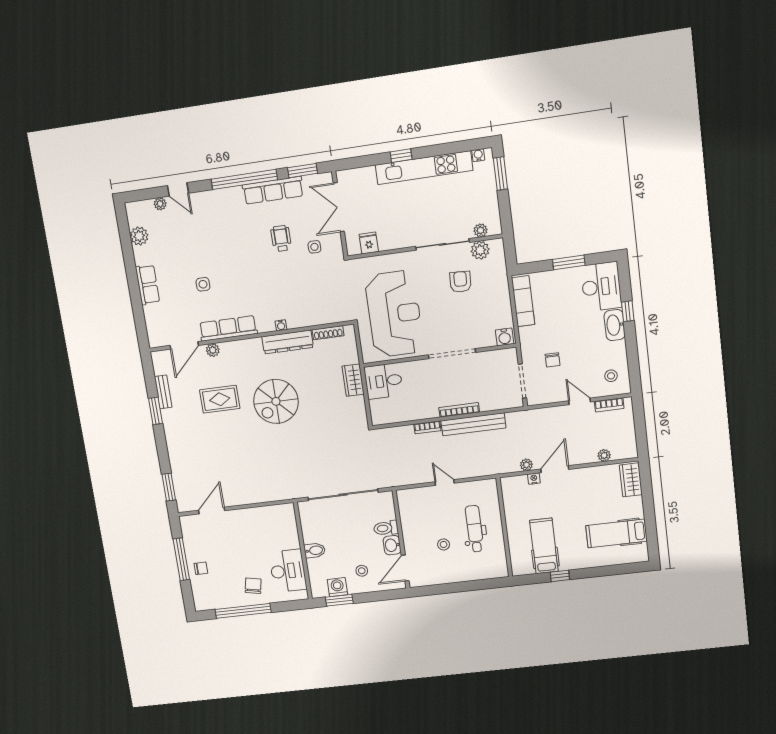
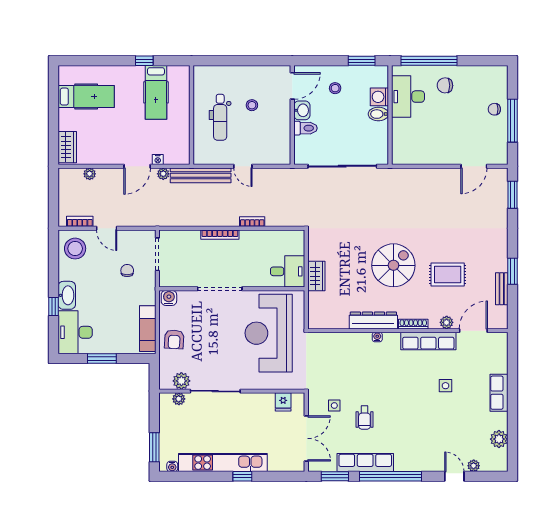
armchair: (460, 282) -> (174, 339), moved
shoe rack: (328, 333) -> (413, 324), moved
stool: (611, 376) -> (75, 249), width x1.89, depth x1.89
bench: (473, 424) -> (201, 175), moved
chair: (253, 586) -> (445, 85), turned 80
washing machine: (337, 587) -> (379, 97), moved, turned 90
window: (243, 611) -> (429, 61), moved

